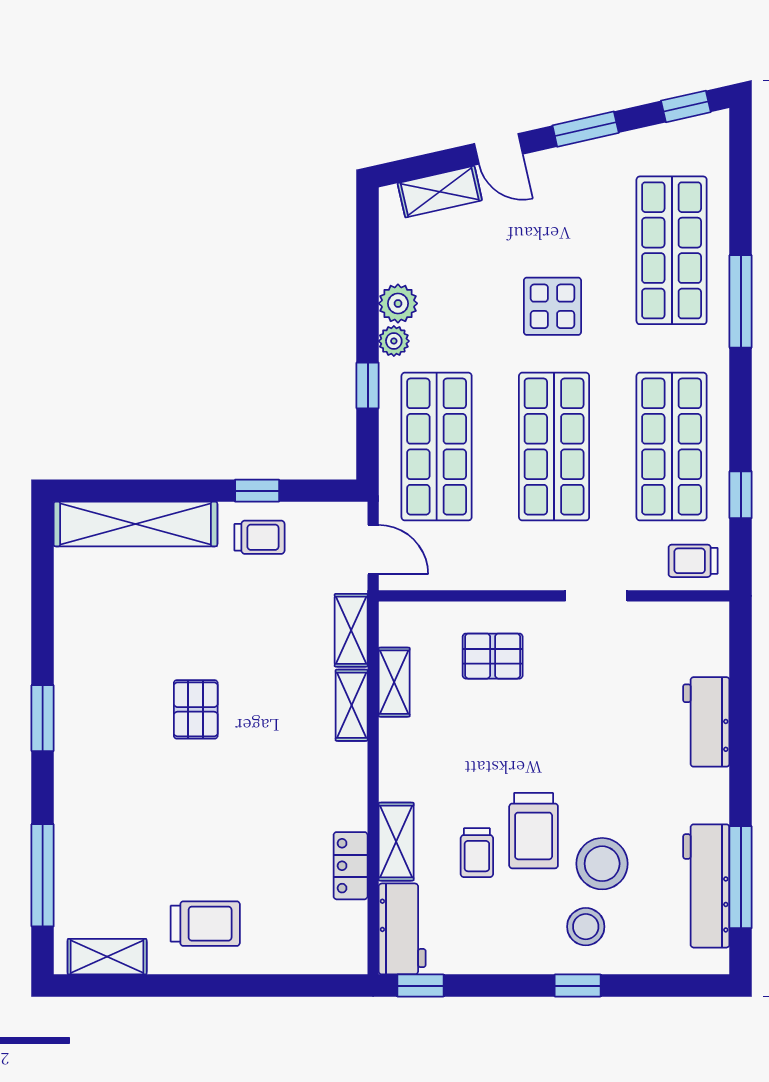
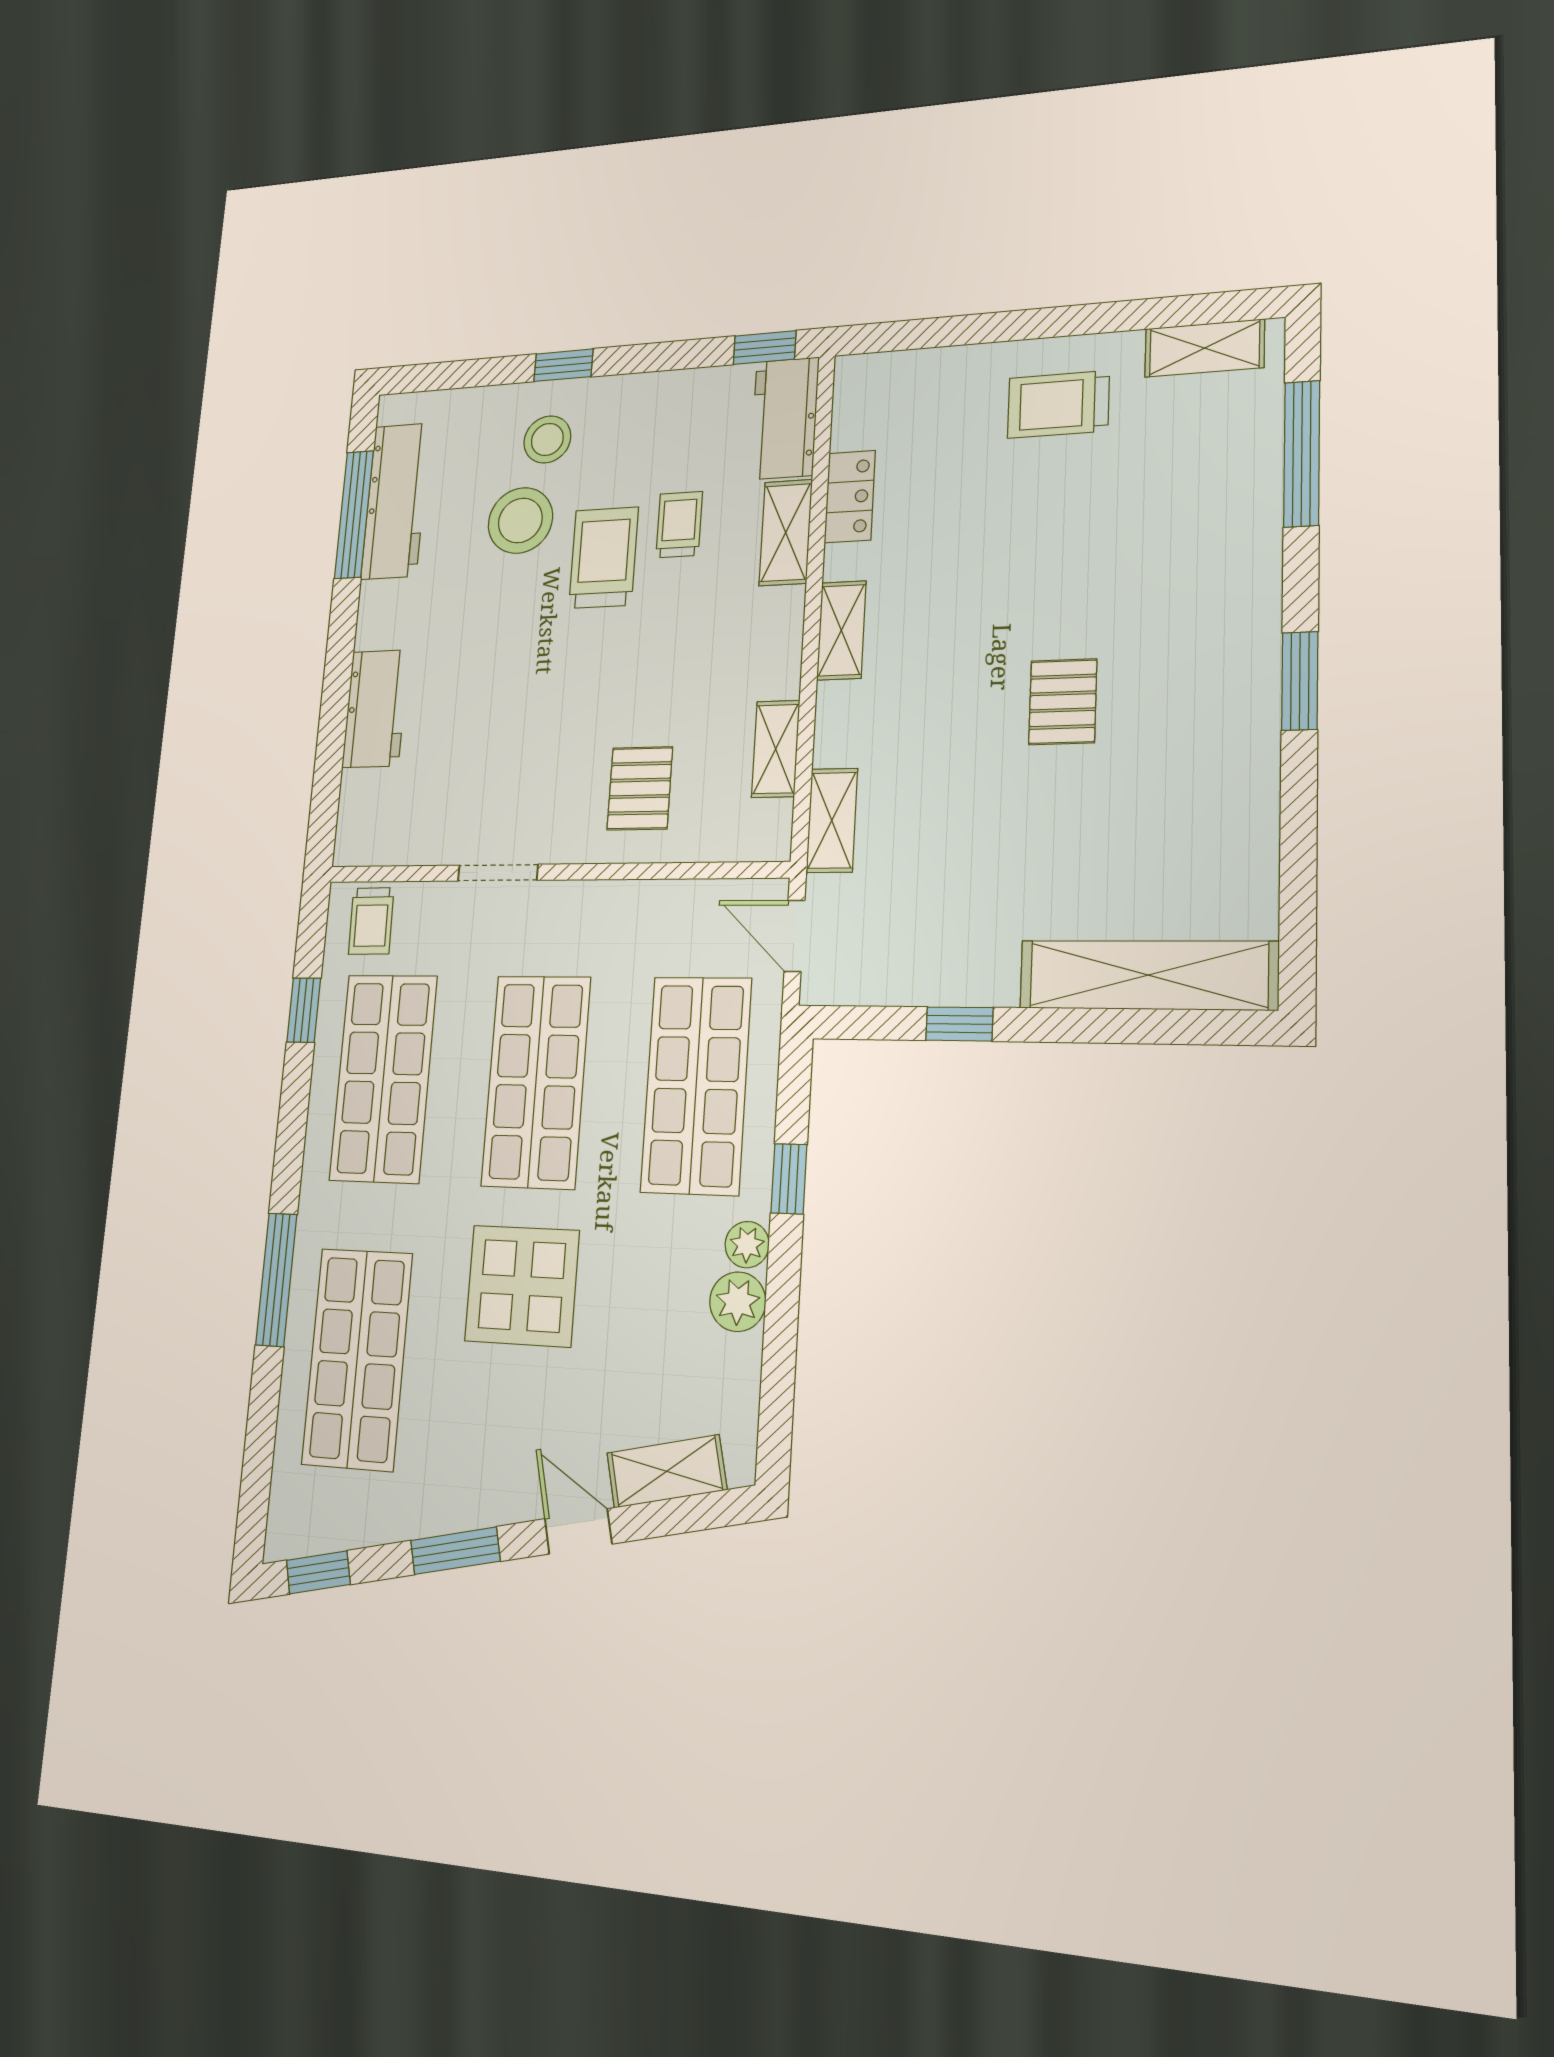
display table: (552, 306) -> (522, 1286), width x1.36, depth x1.36
trolley: (259, 537) -> (959, 954), removed
trolley: (693, 561) -> (371, 921), turned 89
pallet: (493, 656) -> (640, 788), turned 90
shelving: (352, 705) -> (841, 630), moved

